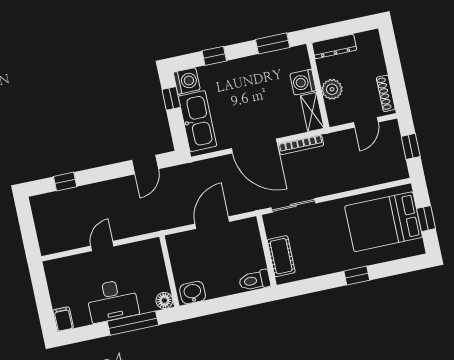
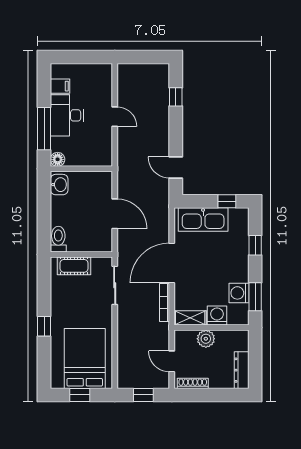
dresser: (334, 46) -> (242, 370), moved
washing machine: (187, 81) -> (239, 293), moved, turned 90
filing cabinet: (63, 319) -> (60, 86), moved

